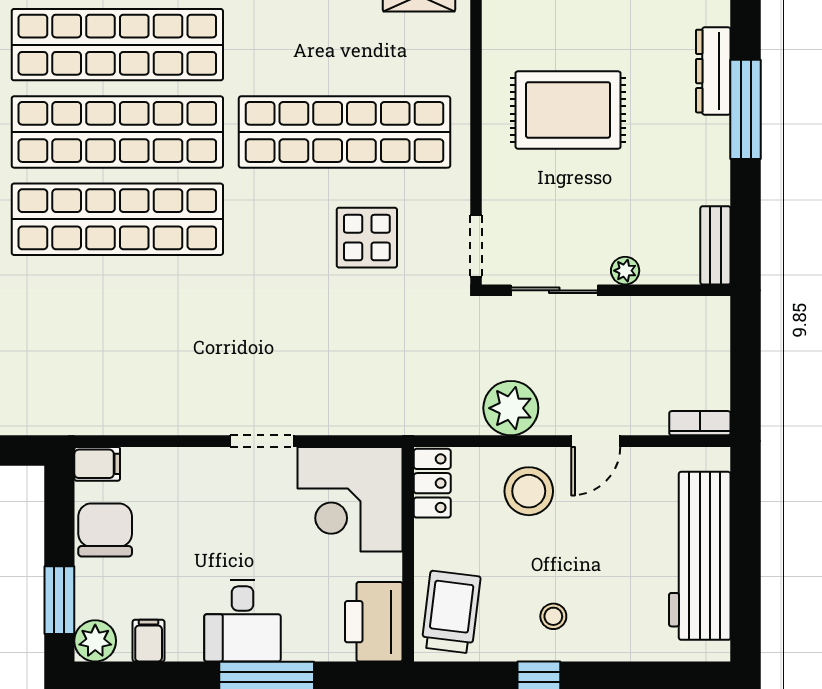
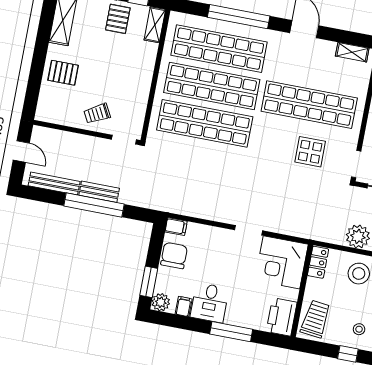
desk: (243, 621) -> (210, 303), moved

